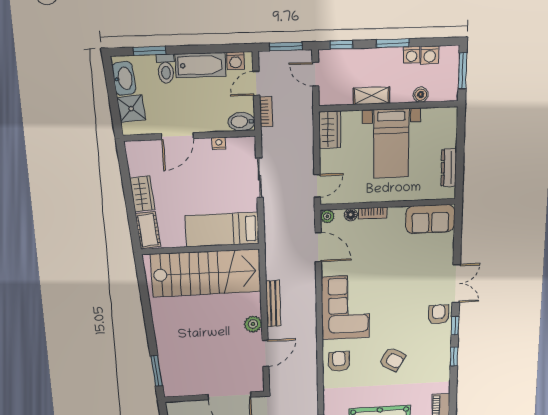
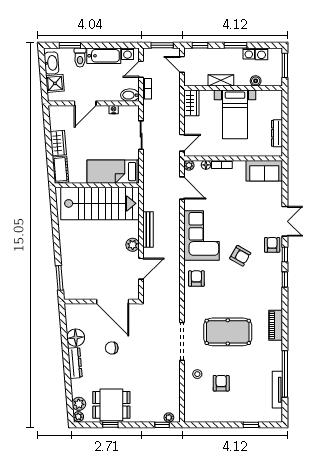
armchair: (392, 360) -> (240, 256), moved

